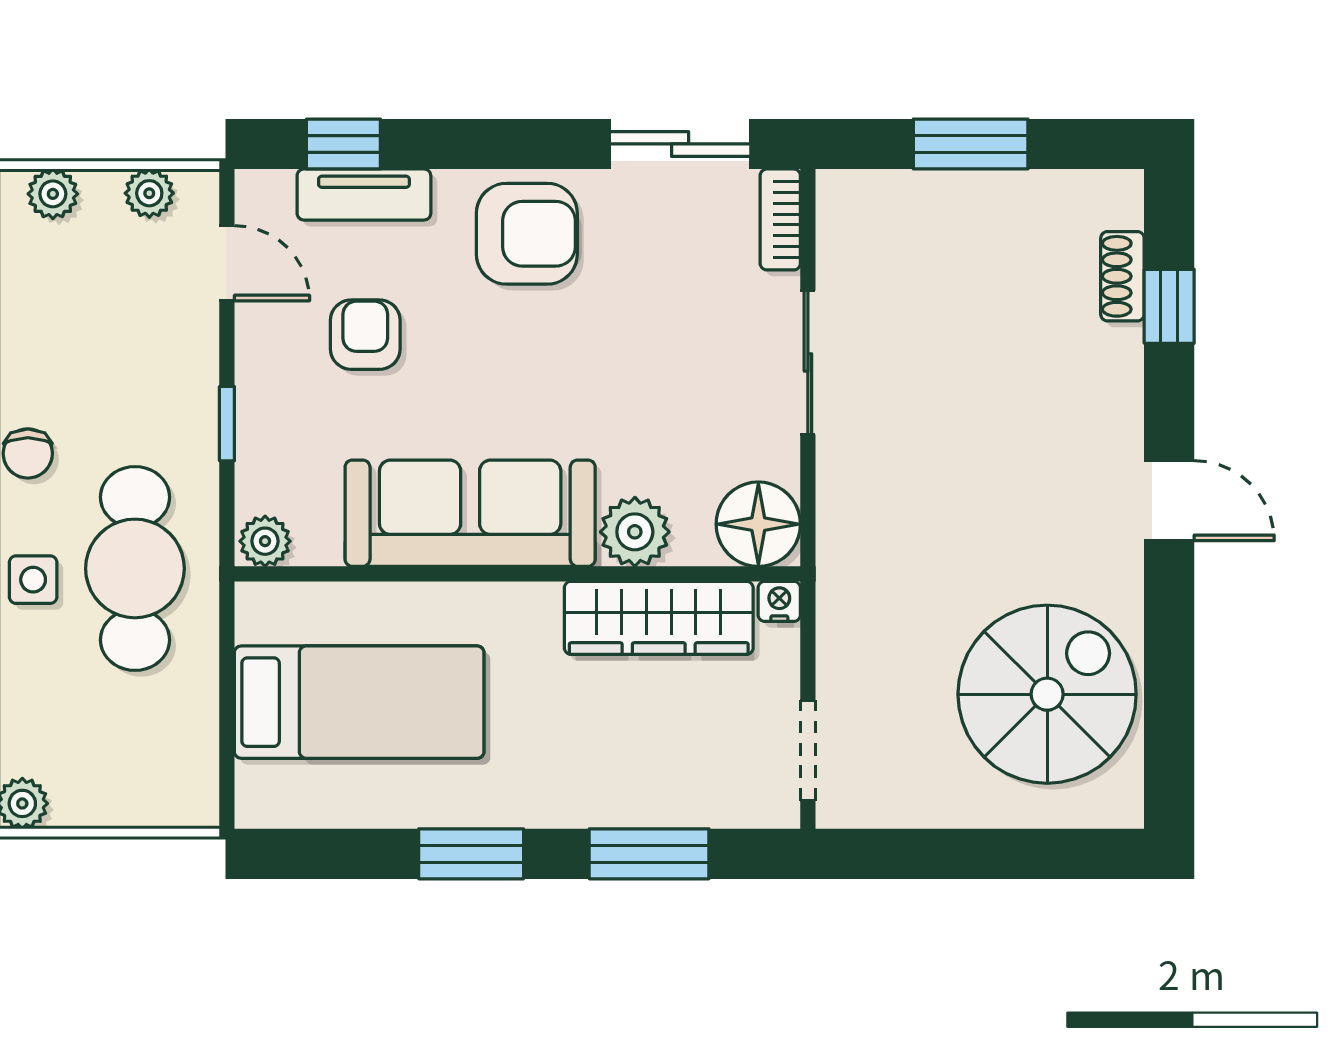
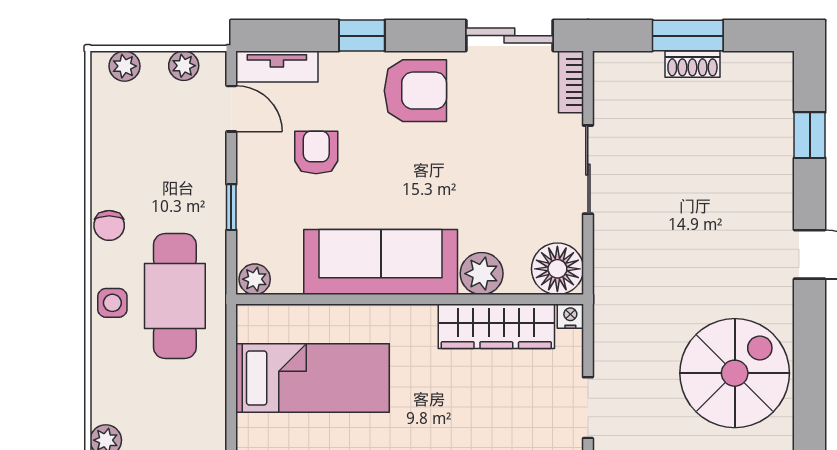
window: (343, 144) -> (362, 36), moved
tv unit: (364, 194) -> (277, 66), moved
shoe rack: (1122, 276) -> (692, 64), moved, turned -90

